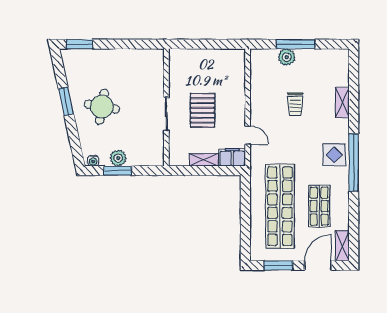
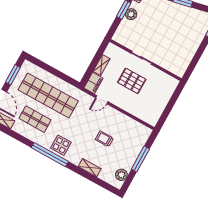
plant: (287, 57) -> (121, 175), moved
round table: (102, 107) -> (167, 21), removed

